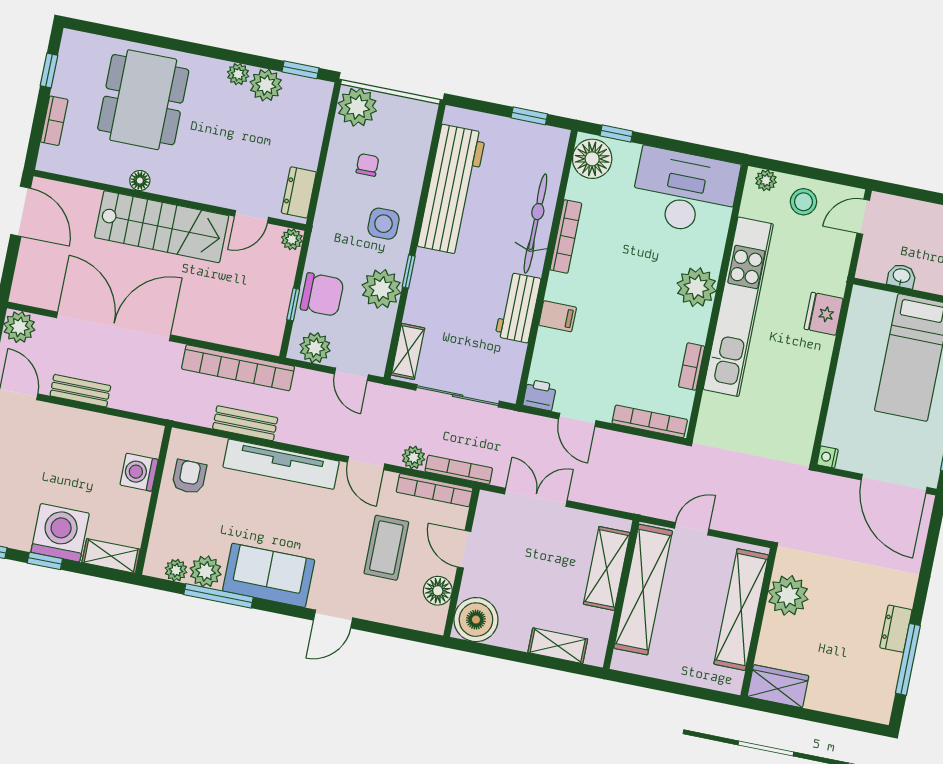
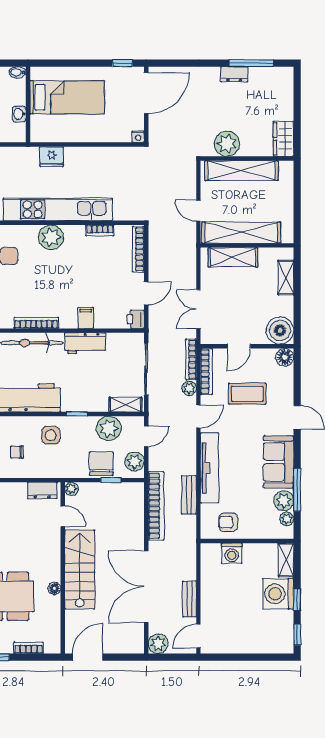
plant: (381, 289) -> (109, 428), moved
floor lamp: (438, 591) -> (285, 357), moved

